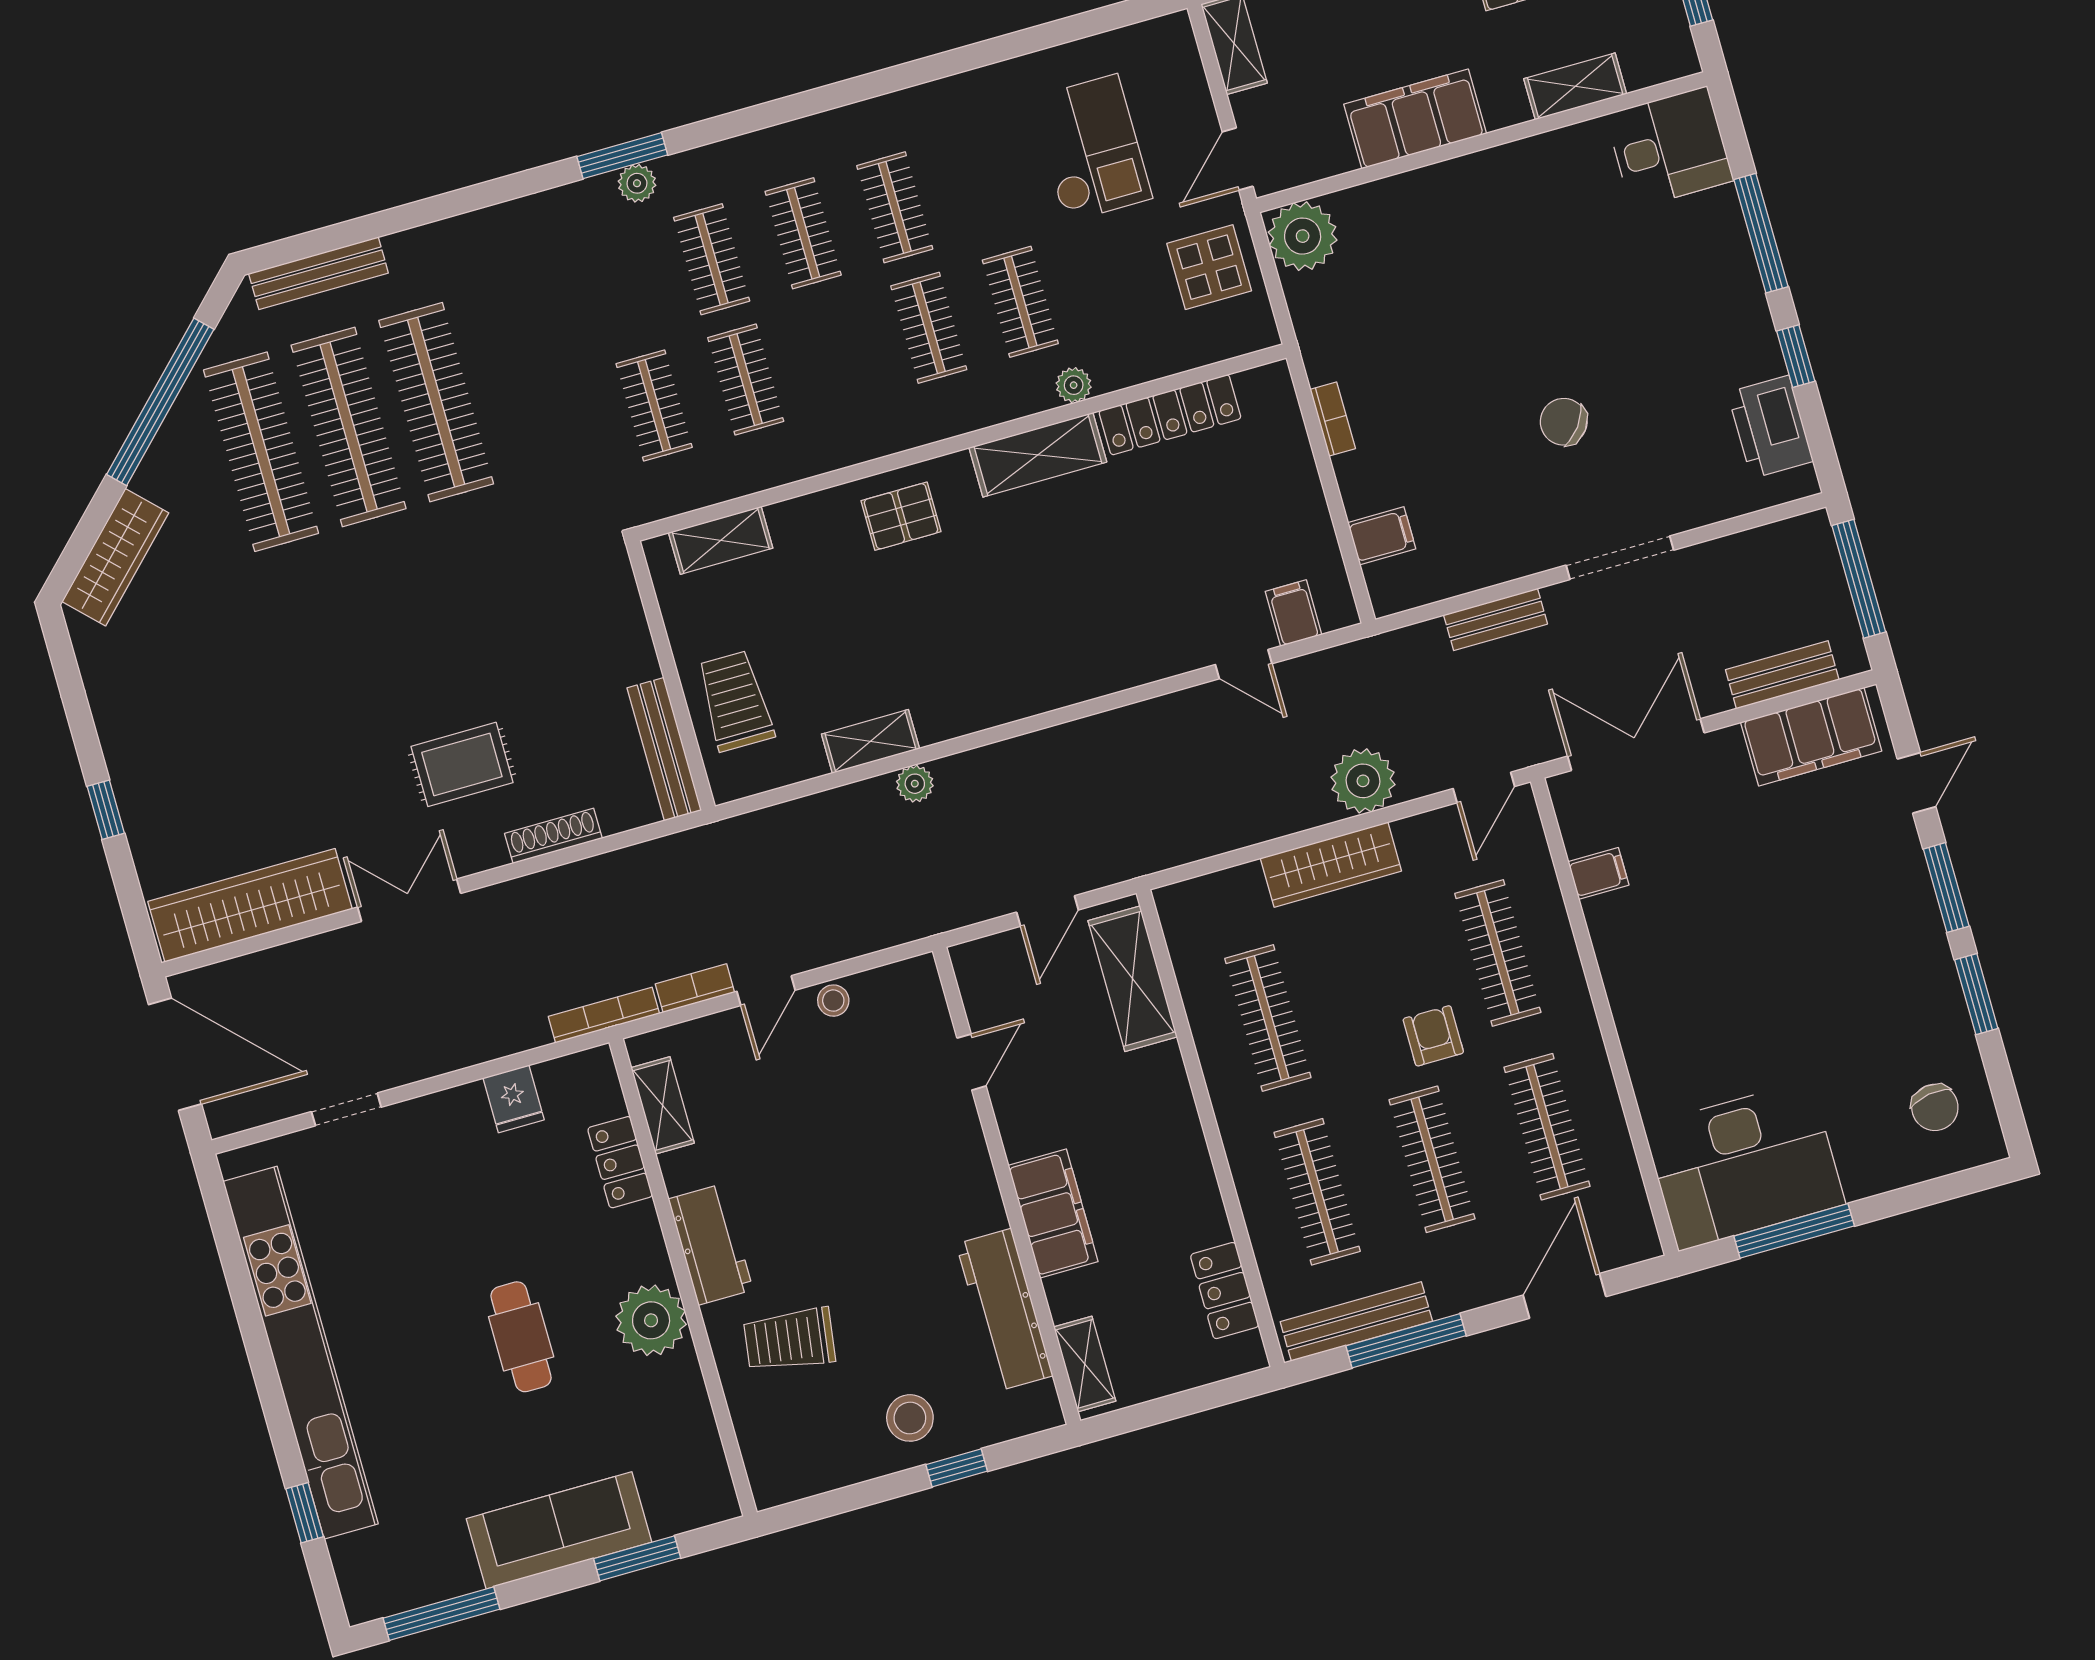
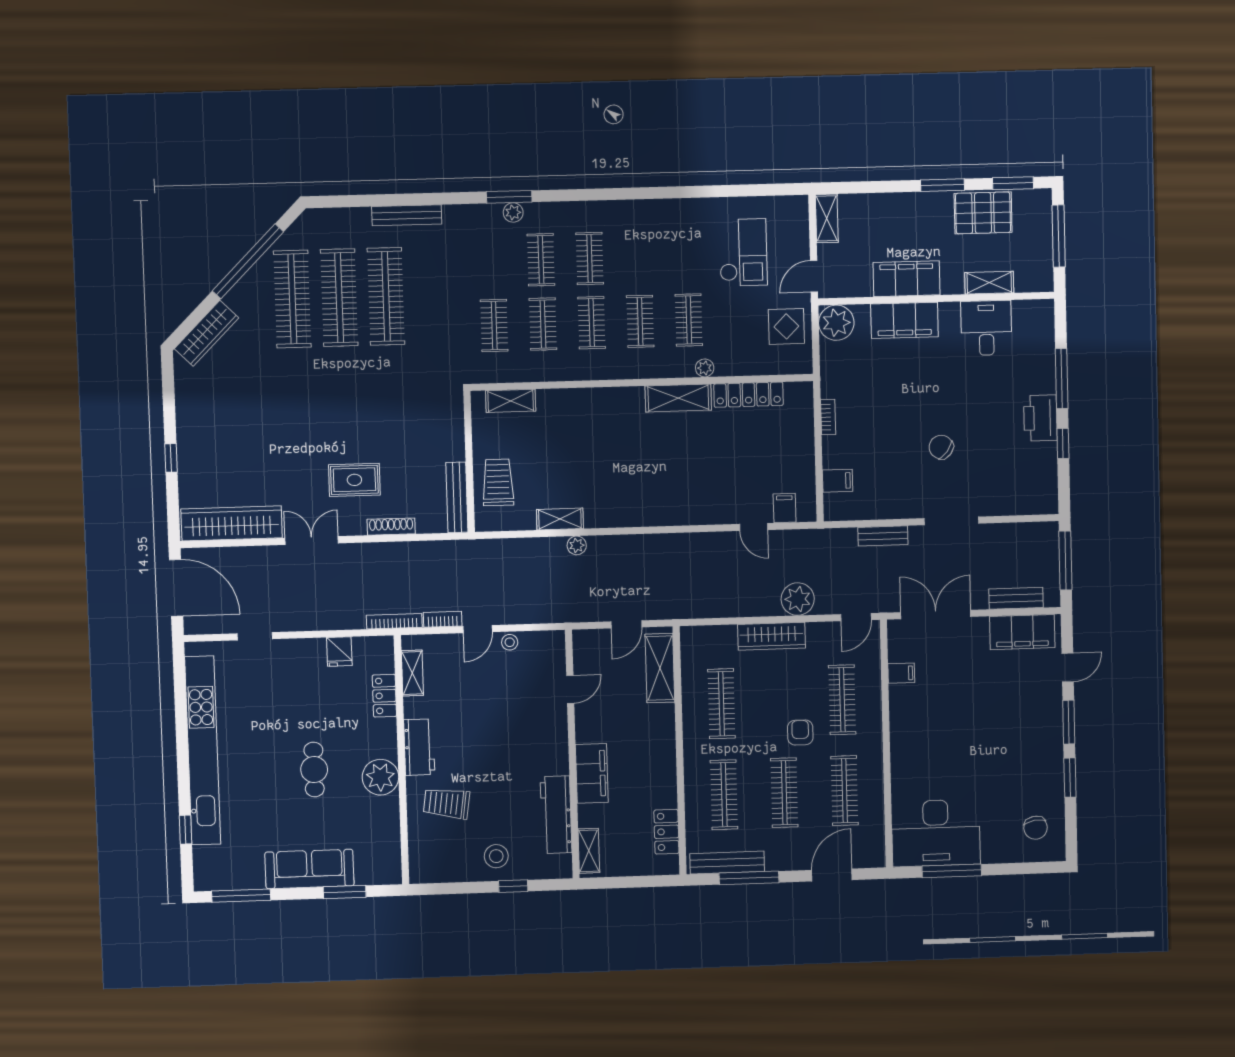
desk: (1669, 148) -> (986, 328), moved, turned -90
filing cabinet: (1431, 199) -> (904, 320), added
clothes rail: (895, 207) -> (592, 323), moved
bench: (318, 273) -> (407, 215), moved
printer: (1770, 427) -> (1040, 418), moved
pallet: (901, 516) -> (603, 411), removed

